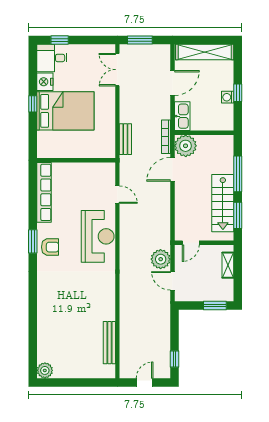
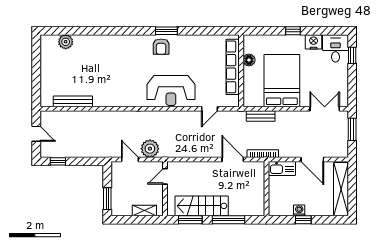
bed: (65, 111) -> (282, 81), moved, turned 180
plant: (186, 146) -> (254, 171), removed
floor lamp: (65, 152) -> (249, 60), added
row of seats: (44, 192) -> (233, 67), moved, turned 90
door: (191, 243) -> (165, 176), hinge flipped
door: (172, 281) -> (130, 159), hinge flipped
plant: (45, 370) -> (66, 42), moved

